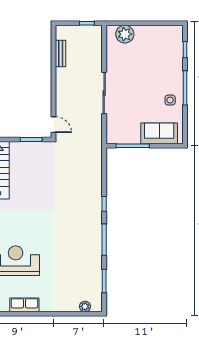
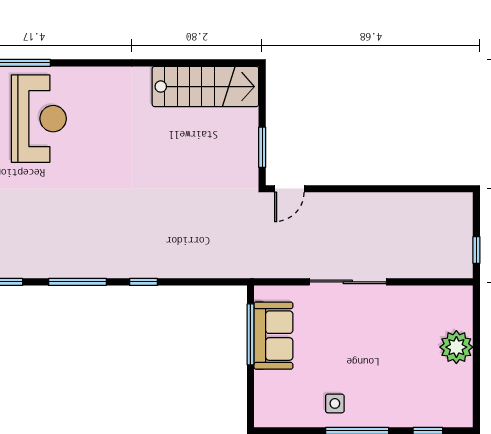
plant: (125, 34) -> (456, 347), moved
bench: (61, 53) -> (421, 202), removed
sofa: (159, 133) -> (273, 336), moved

